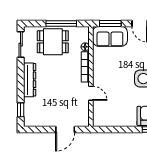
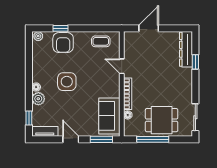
sofa: (110, 36) -> (109, 116), moved, turned -90
dresser: (30, 80) -> (186, 49), moved
window: (21, 110) -> (195, 62), moved
coffee table: (111, 117) -> (101, 41), added

